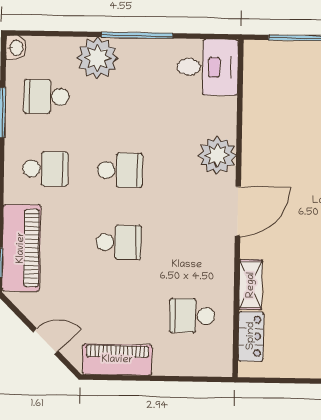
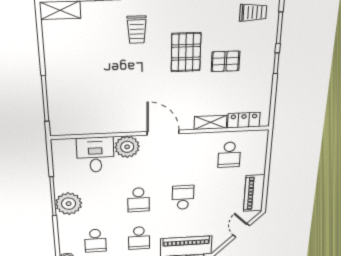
plant: (97, 58) -> (69, 204), moved
desk: (207, 67) -> (95, 155), moved
school desk: (45, 169) -> (139, 238), turned 180
school desk: (120, 170) -> (138, 200), turned 180

